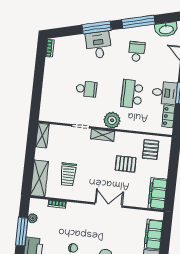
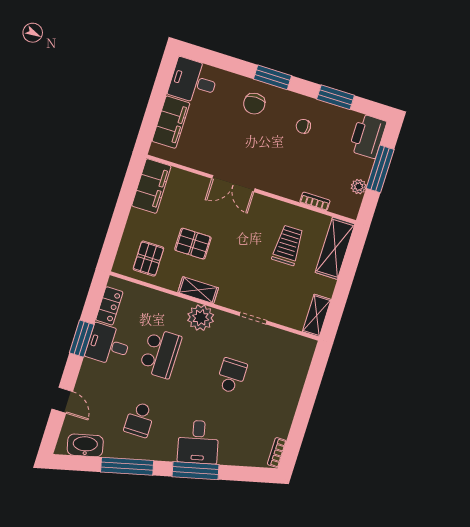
school desk: (86, 89) -> (232, 376), turned 90
shelving: (103, 135) -> (198, 290), moved

